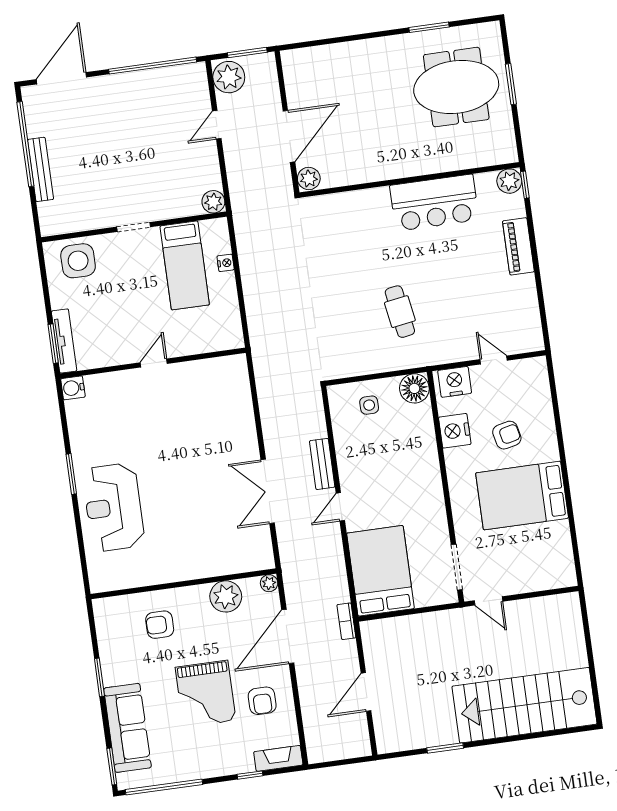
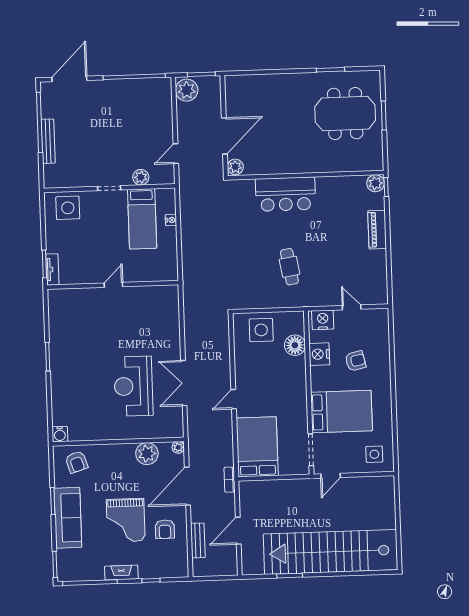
door: (217, 125) -> (176, 154), moved
plant: (213, 202) -> (141, 177), moved
bar counter: (434, 203) -> (285, 194), moved
tv unit: (64, 341) -> (52, 269), width x0.71
water cooler: (73, 388) -> (60, 434), moved, turned -90
floor lamp: (414, 388) -> (295, 345), moved
side table: (369, 405) -> (261, 330), width x1.87, depth x1.87
bench: (322, 464) -> (198, 540), moved
bed: (522, 496) -> (341, 412), moved, turned 180
reception desk: (114, 507) -> (133, 386), moved
side table: (547, 564) -> (374, 454), added
door: (488, 601) -> (331, 476), hinge flipped
armchair: (160, 625) -> (76, 462), moved, turned -108
stairs: (524, 705) -> (331, 552), width x1.36
sofa: (127, 728) -> (68, 518), moved
fireplace: (278, 758) -> (121, 573), moved

